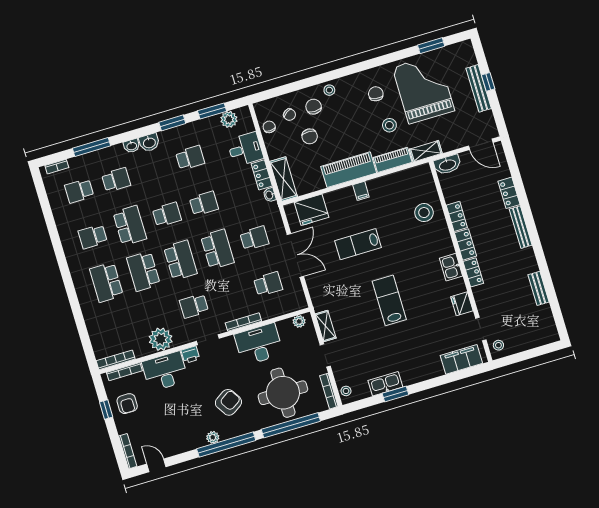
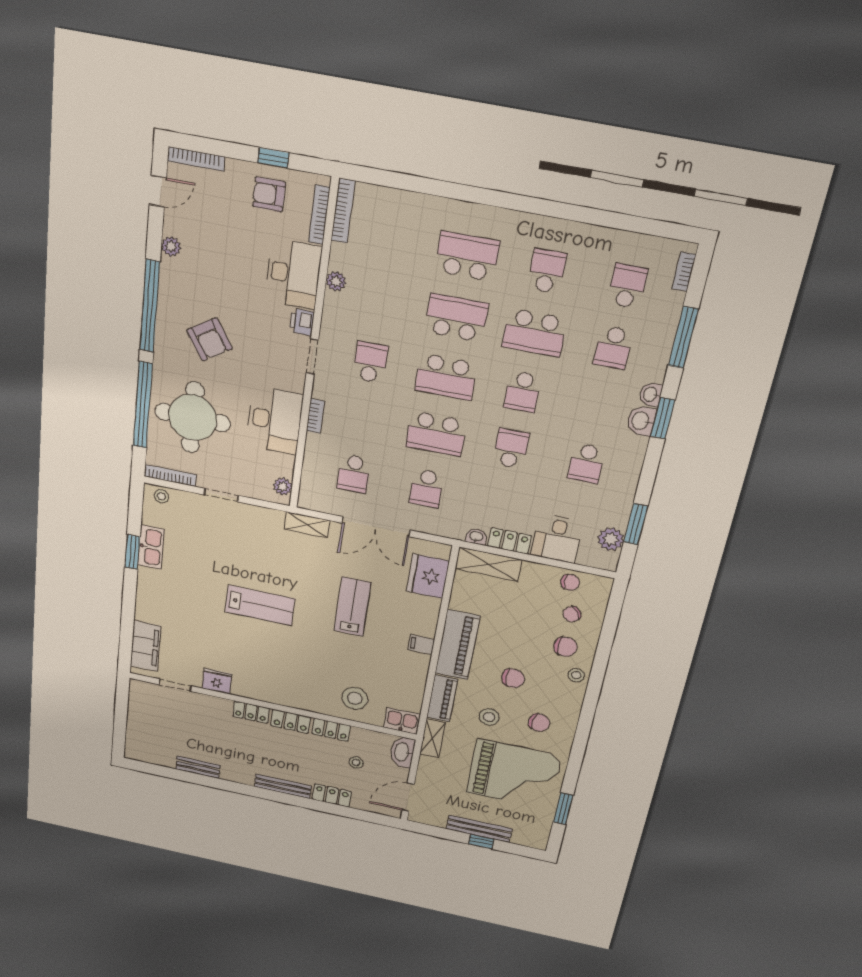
window: (172, 123) -> (663, 418), moved
chair: (310, 136) -> (513, 678), moved, turned 180
school desk: (204, 203) -> (511, 448), turned 180
kitchen sink: (451, 267) -> (402, 721), moved
bookcase: (243, 322) -> (315, 416), width x0.64
shelving: (326, 326) -> (307, 525), moved
plant: (161, 339) -> (336, 281), width x0.53, depth x0.53
stool: (498, 345) -> (356, 762), moved
plant: (213, 437) -> (171, 246), moved

